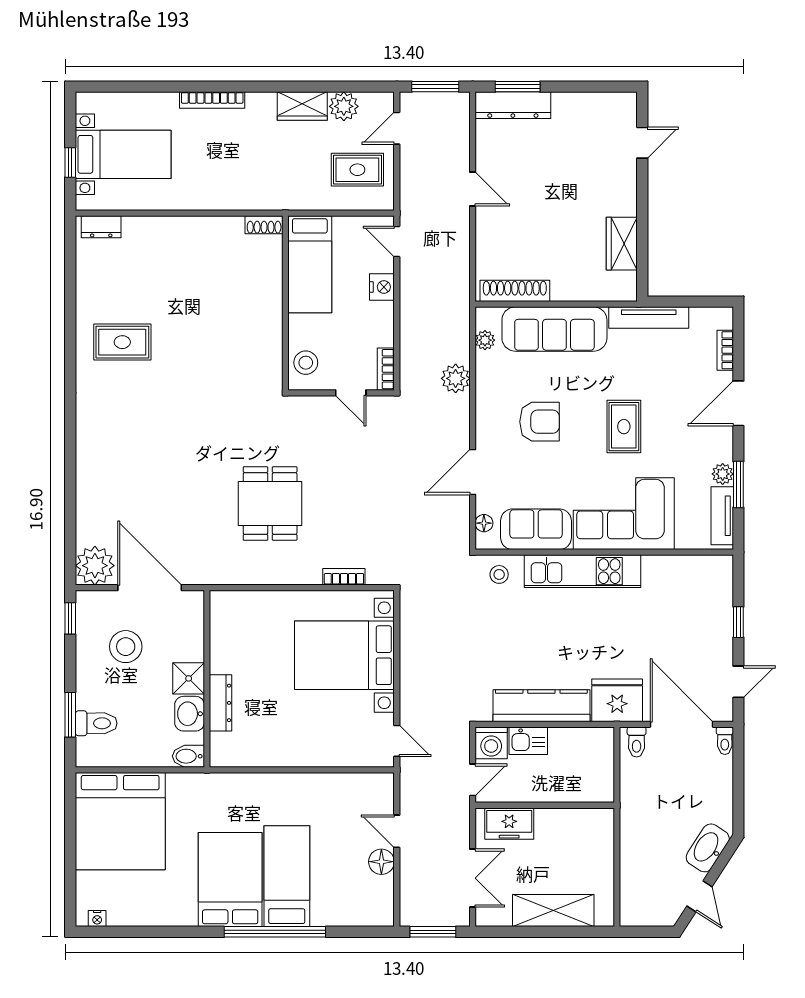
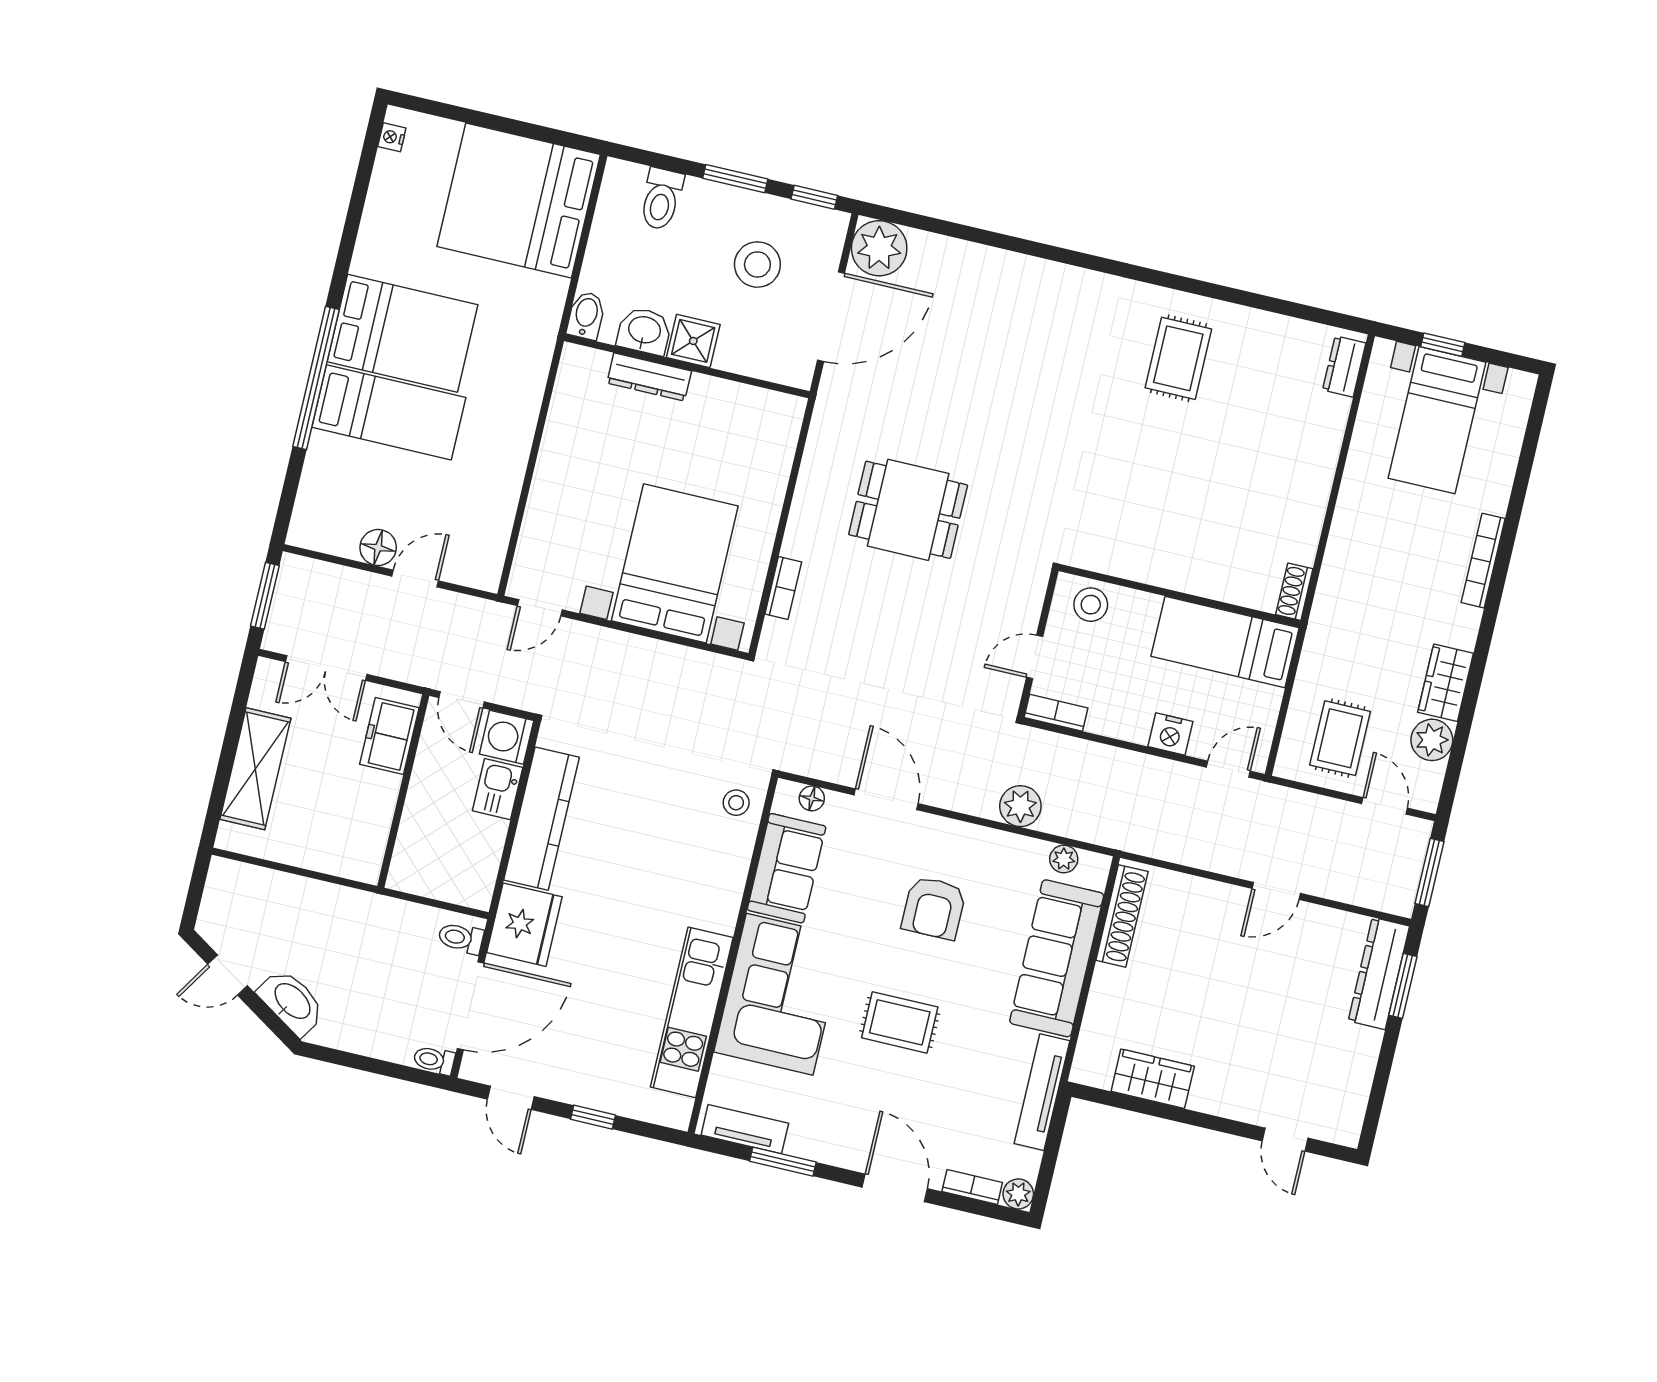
plant: (723, 474) -> (1018, 1194), moved
kitchen unit: (583, 571) -> (692, 1012), moved
window: (70, 715) -> (735, 179), moved

